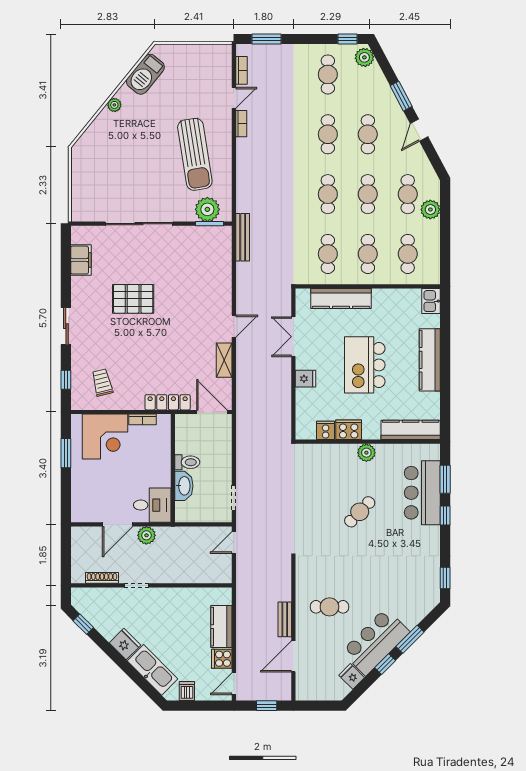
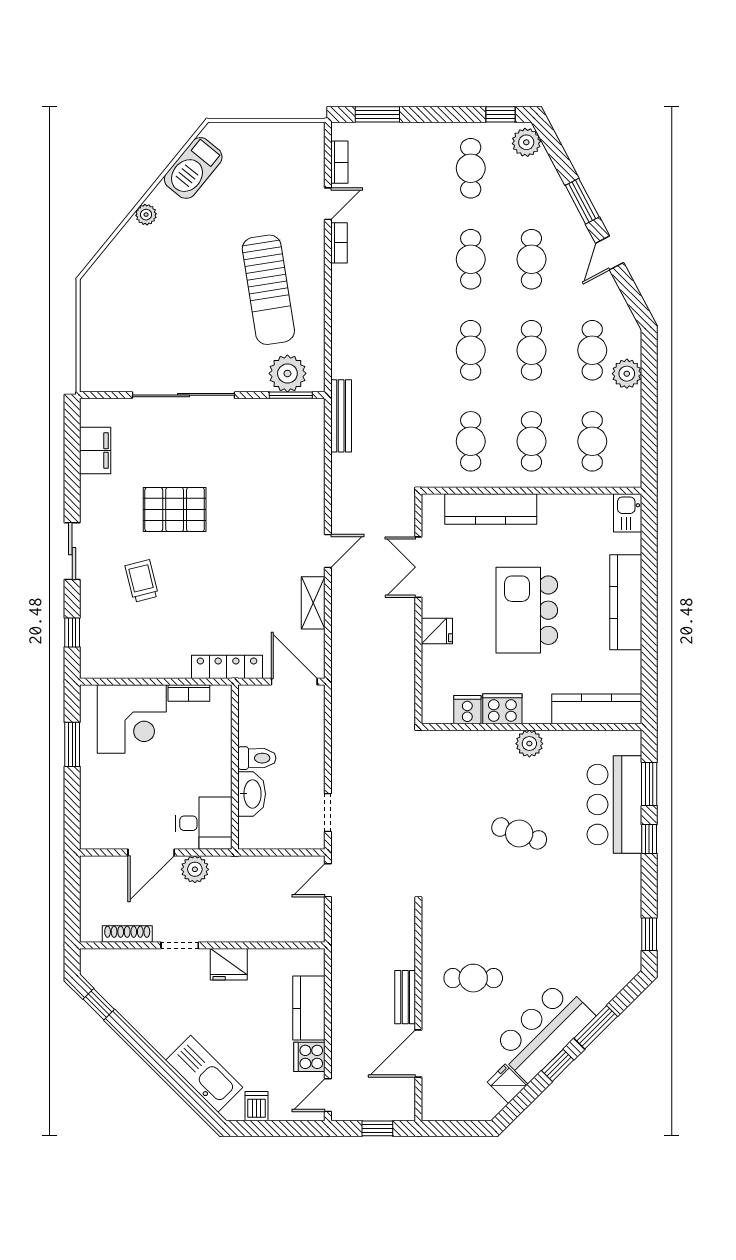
trolley: (102, 382) -> (142, 581), moved
cafe table: (360, 512) -> (519, 833), turned 65
fridge: (125, 644) -> (229, 964), moved, turned 135

